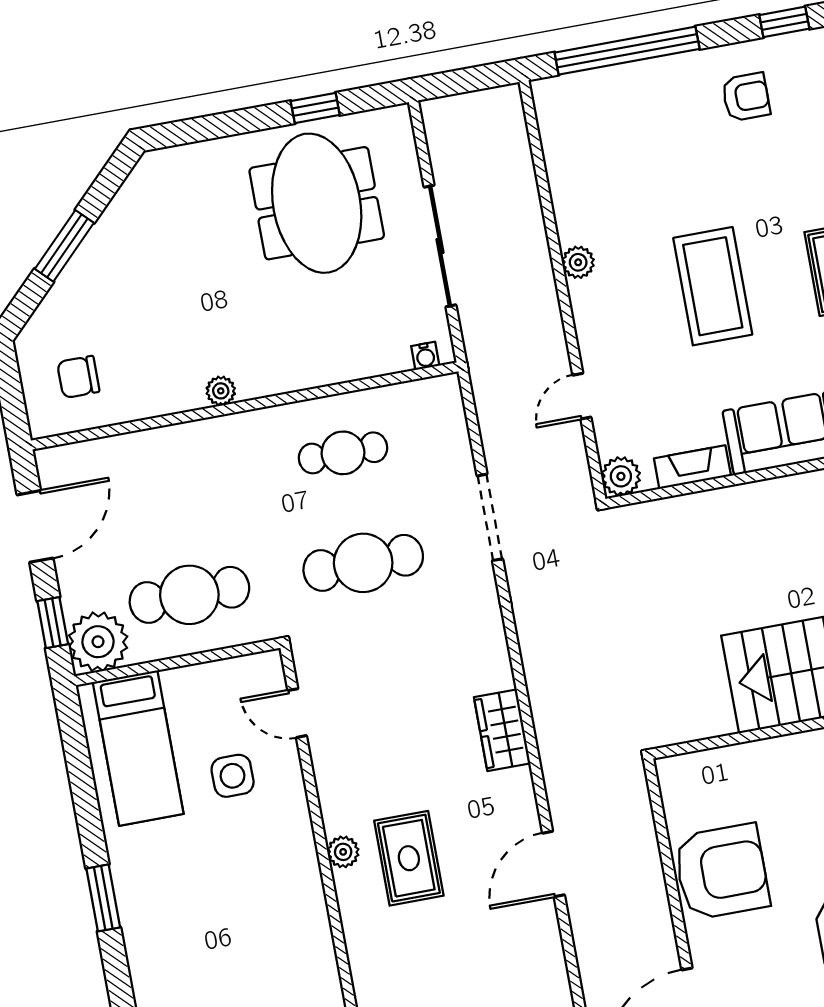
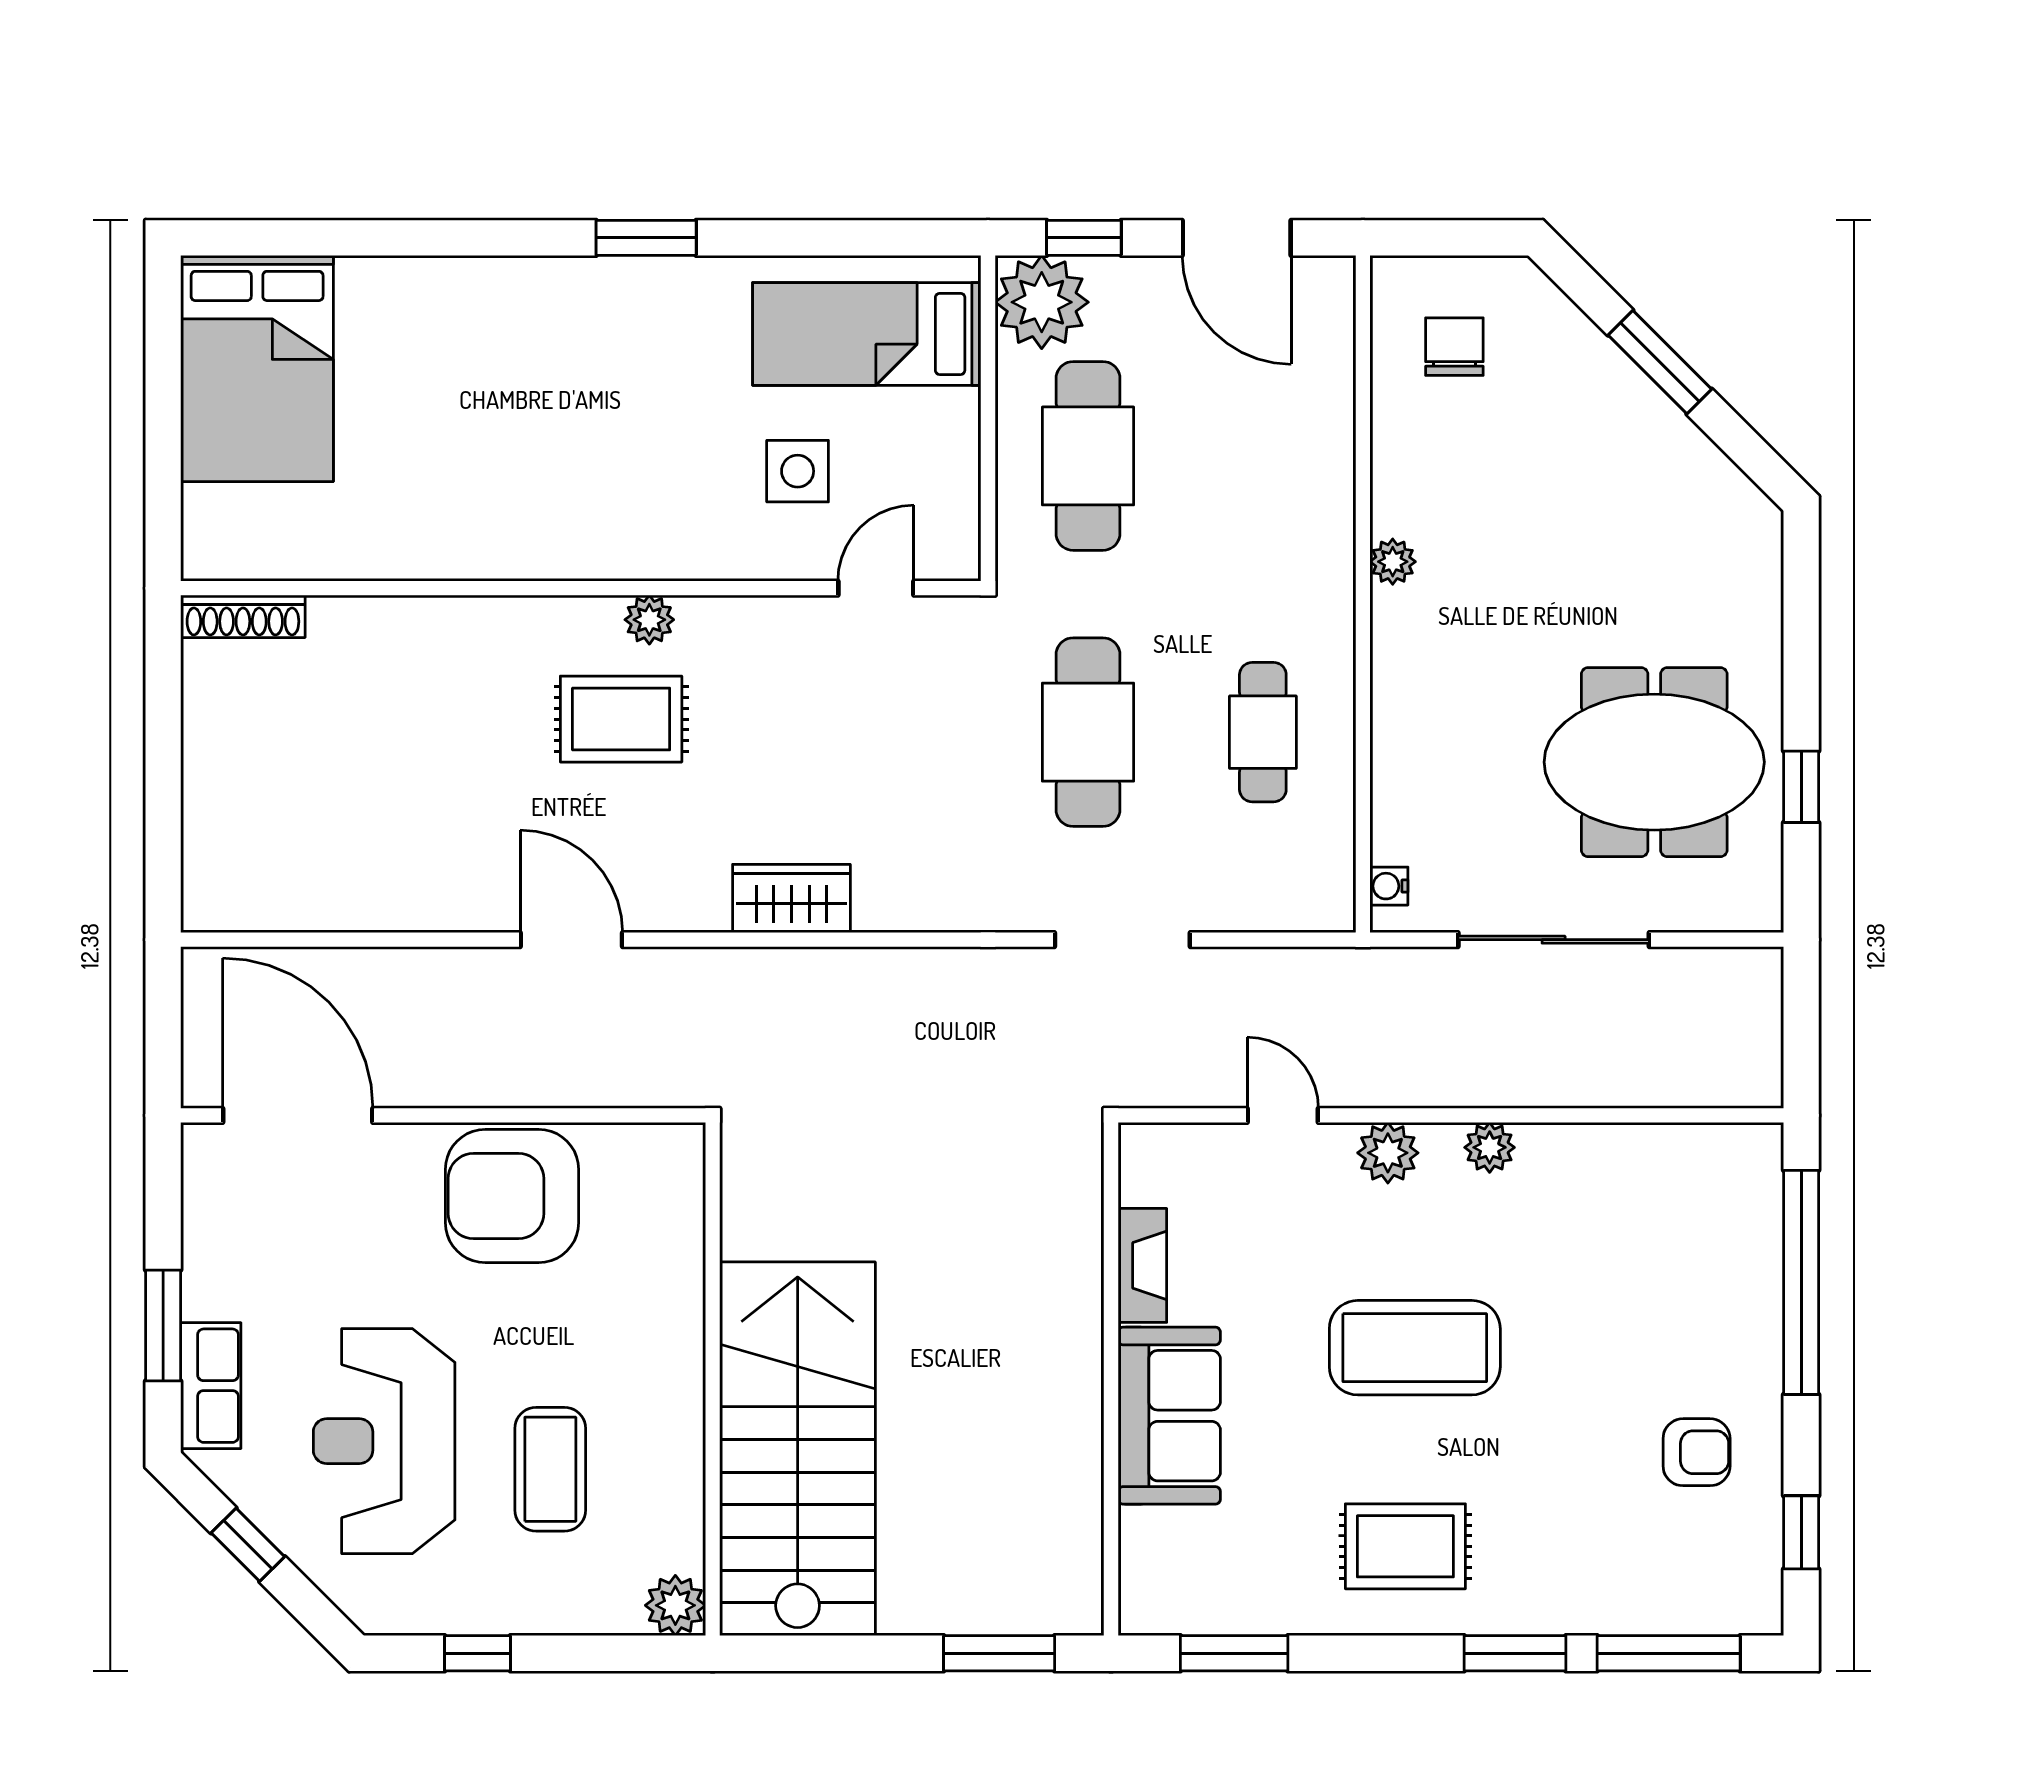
armchair: (746, 97) -> (1697, 1452), turned -90
plant: (621, 476) -> (1388, 1153), moved
armchair: (722, 872) -> (512, 1196), turned 90

